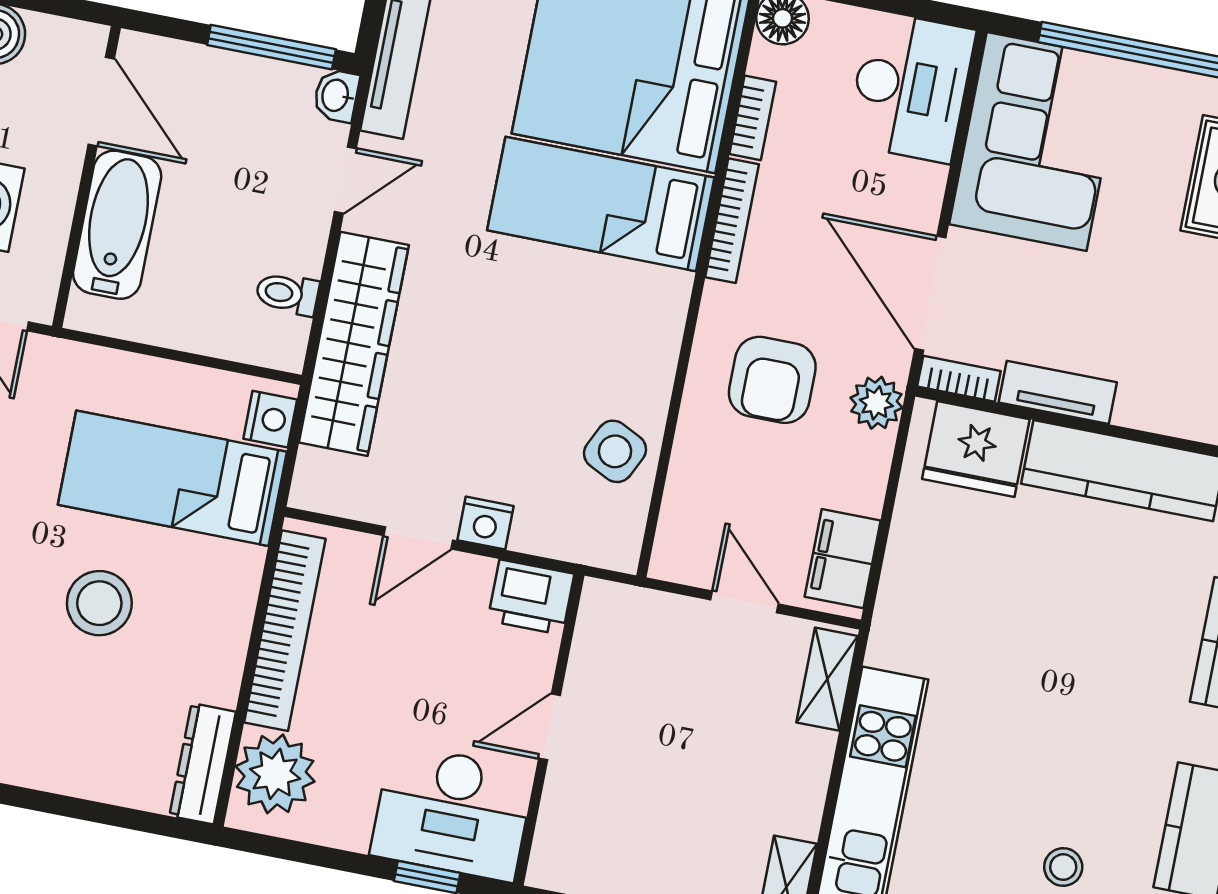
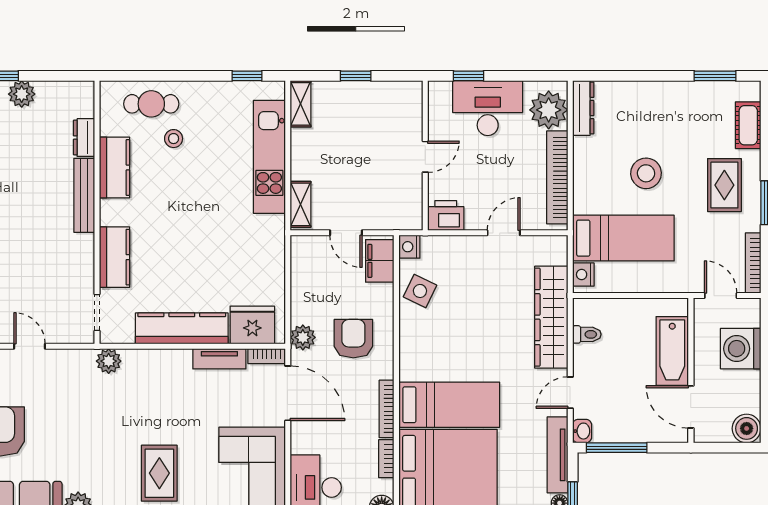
nightstand: (486, 523) -> (409, 247), moved, turned -90
filing cabinet: (843, 559) -> (380, 261), moved, turned 180
desk: (452, 812) -> (488, 108), moved

